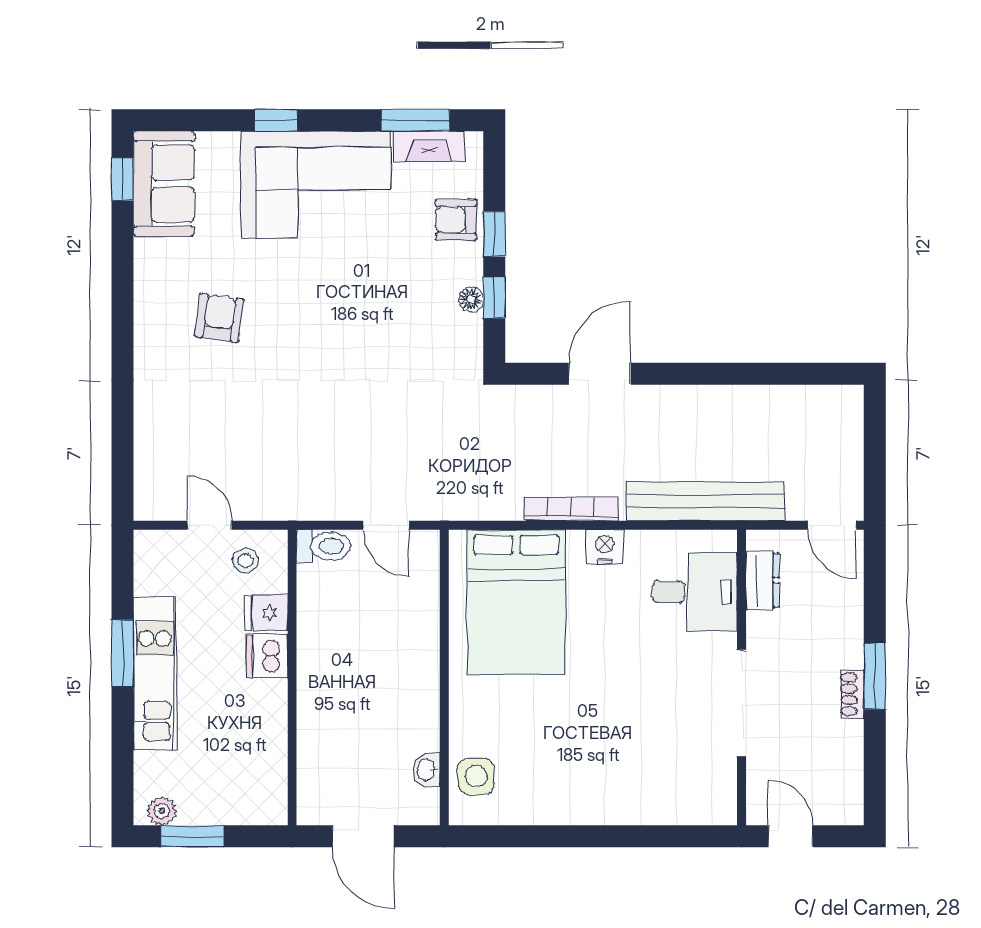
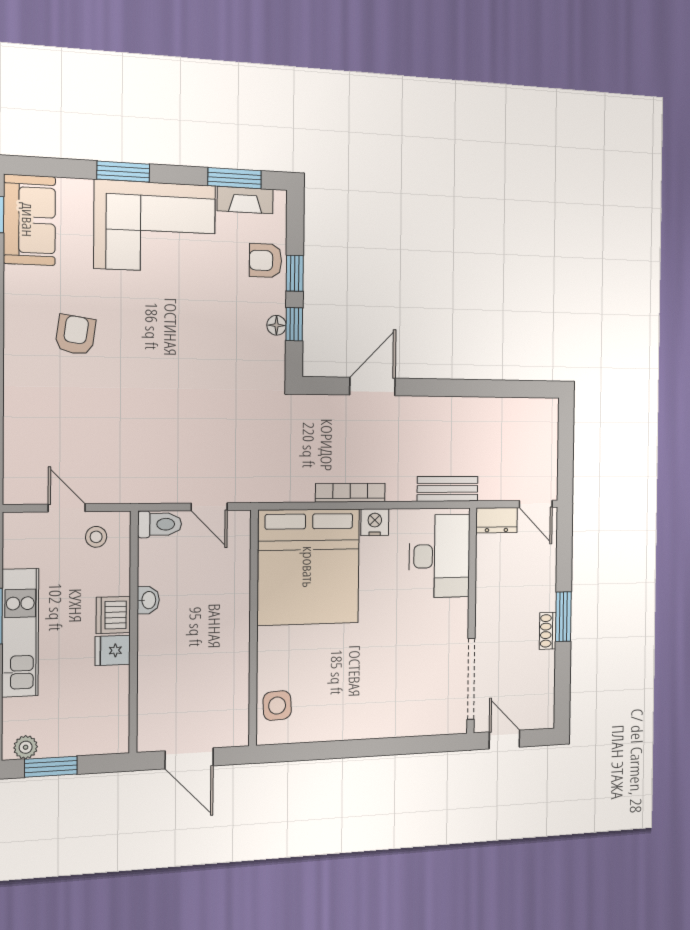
window: (276, 120) -> (123, 172), width x1.50
bench: (705, 501) -> (448, 489), width x0.54, depth x0.82
dresser: (762, 580) -> (497, 520), moved, turned 90
desk: (695, 592) -> (439, 556), width x1.37
bed: (516, 602) -> (309, 567), width x1.36
fridge: (266, 613) -> (113, 650), moved
doorway: (741, 703) -> (471, 679), moved
washbasin: (426, 770) -> (148, 600), moved, turned 180

